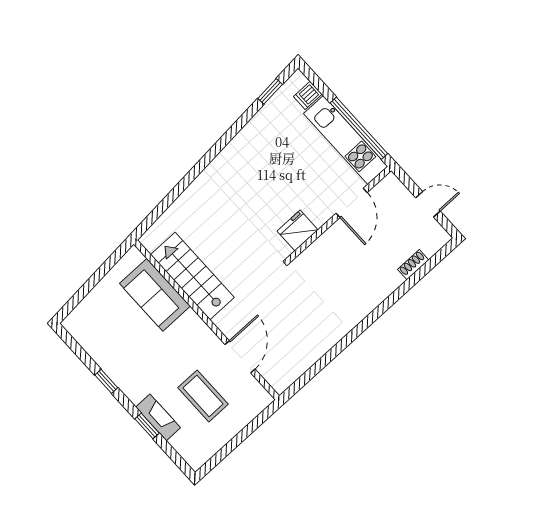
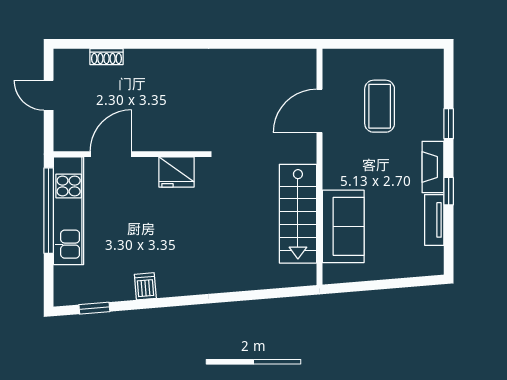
dishwasher: (308, 95) -> (145, 286), moved, turned -95
tv unit: (99, 354) -> (434, 220), added
fireplace: (158, 417) -> (433, 167), moved

